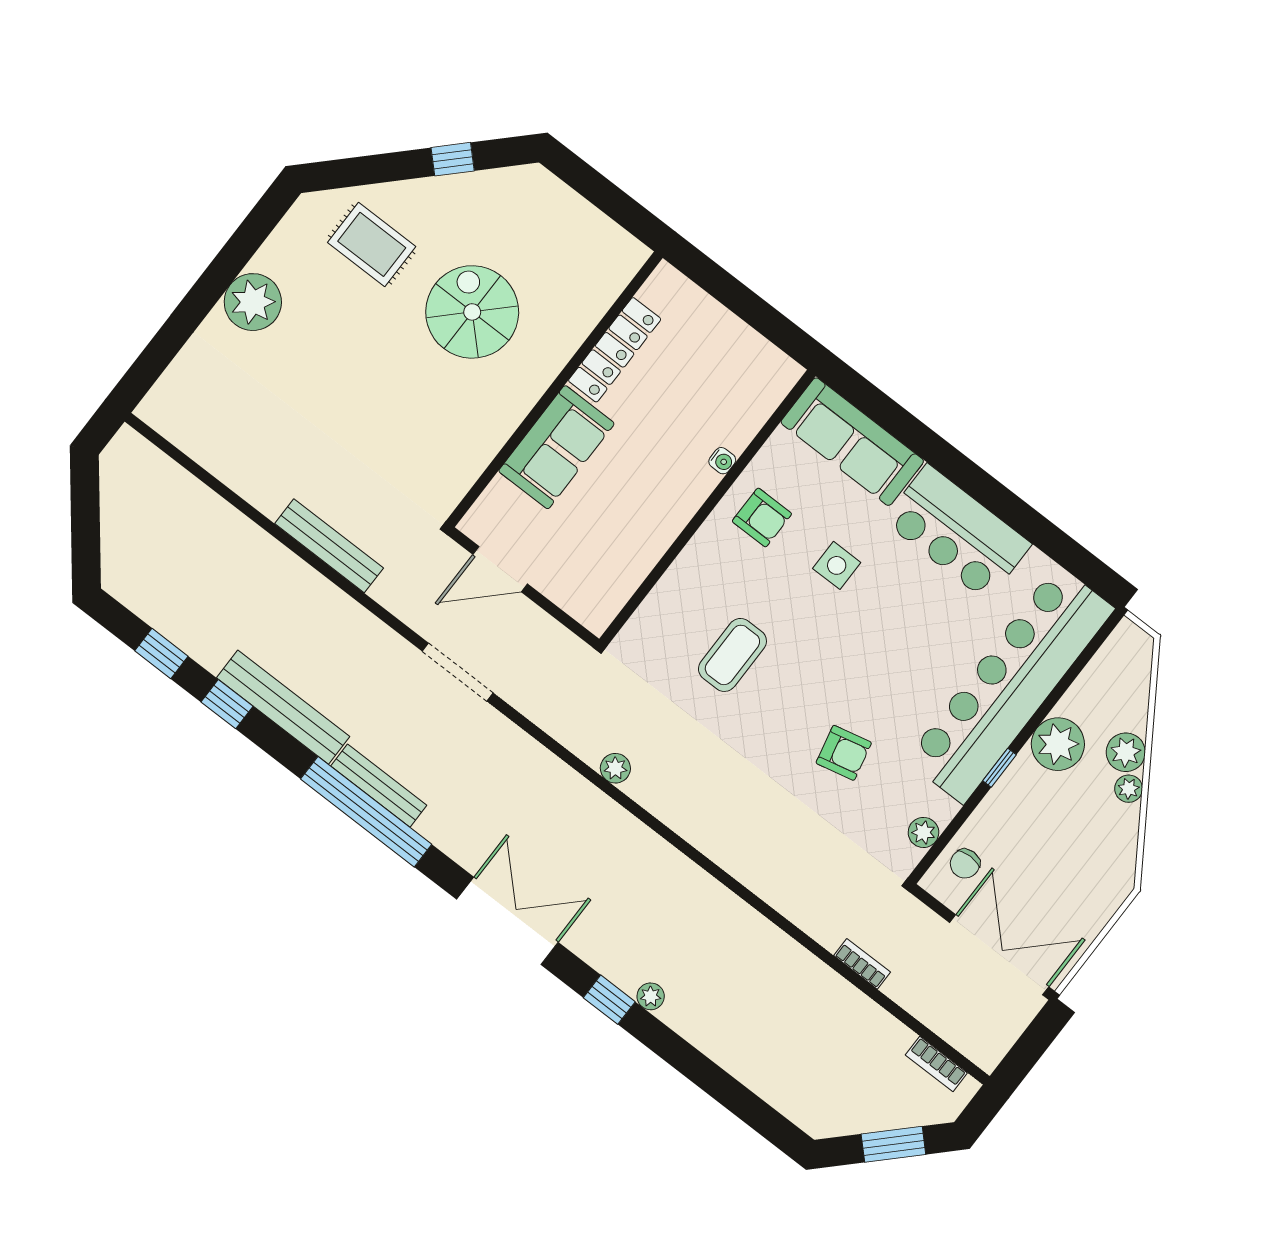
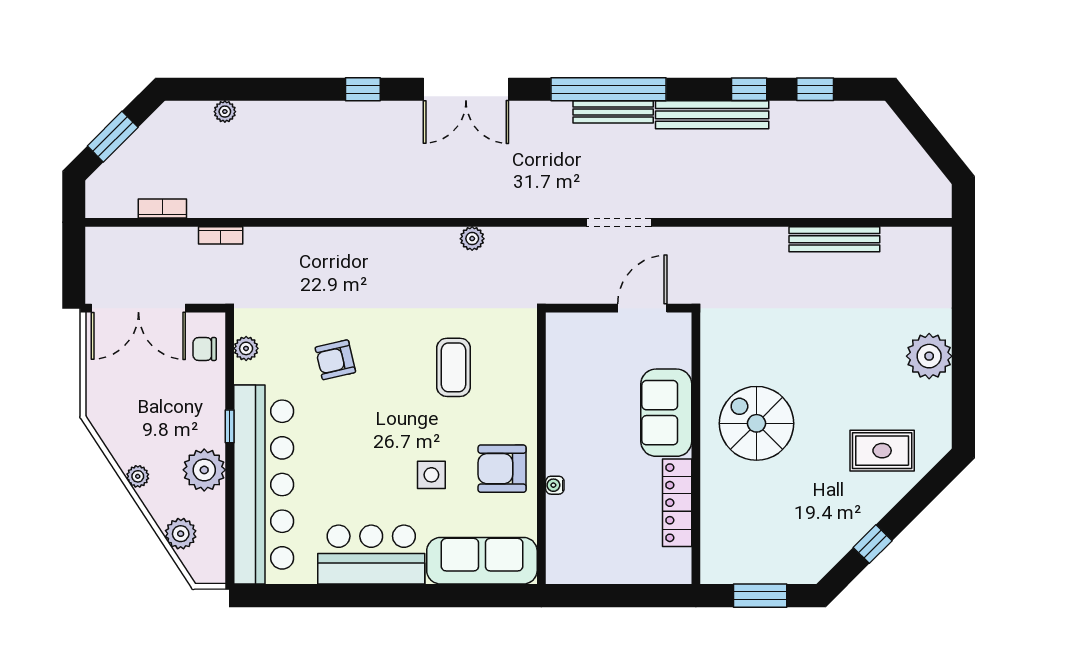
window: (603, 194) -> (760, 596), added
spiral stairs: (472, 312) -> (757, 423), moved, turned 180
armchair: (762, 517) -> (502, 469), width x1.38, depth x1.38
bench: (329, 546) -> (834, 239), moved
plant: (1126, 752) -> (181, 534), moved
chair: (965, 864) -> (205, 349), turned -90
plant: (651, 996) -> (225, 112), moved
bookcase: (936, 1064) -> (162, 208), moved

